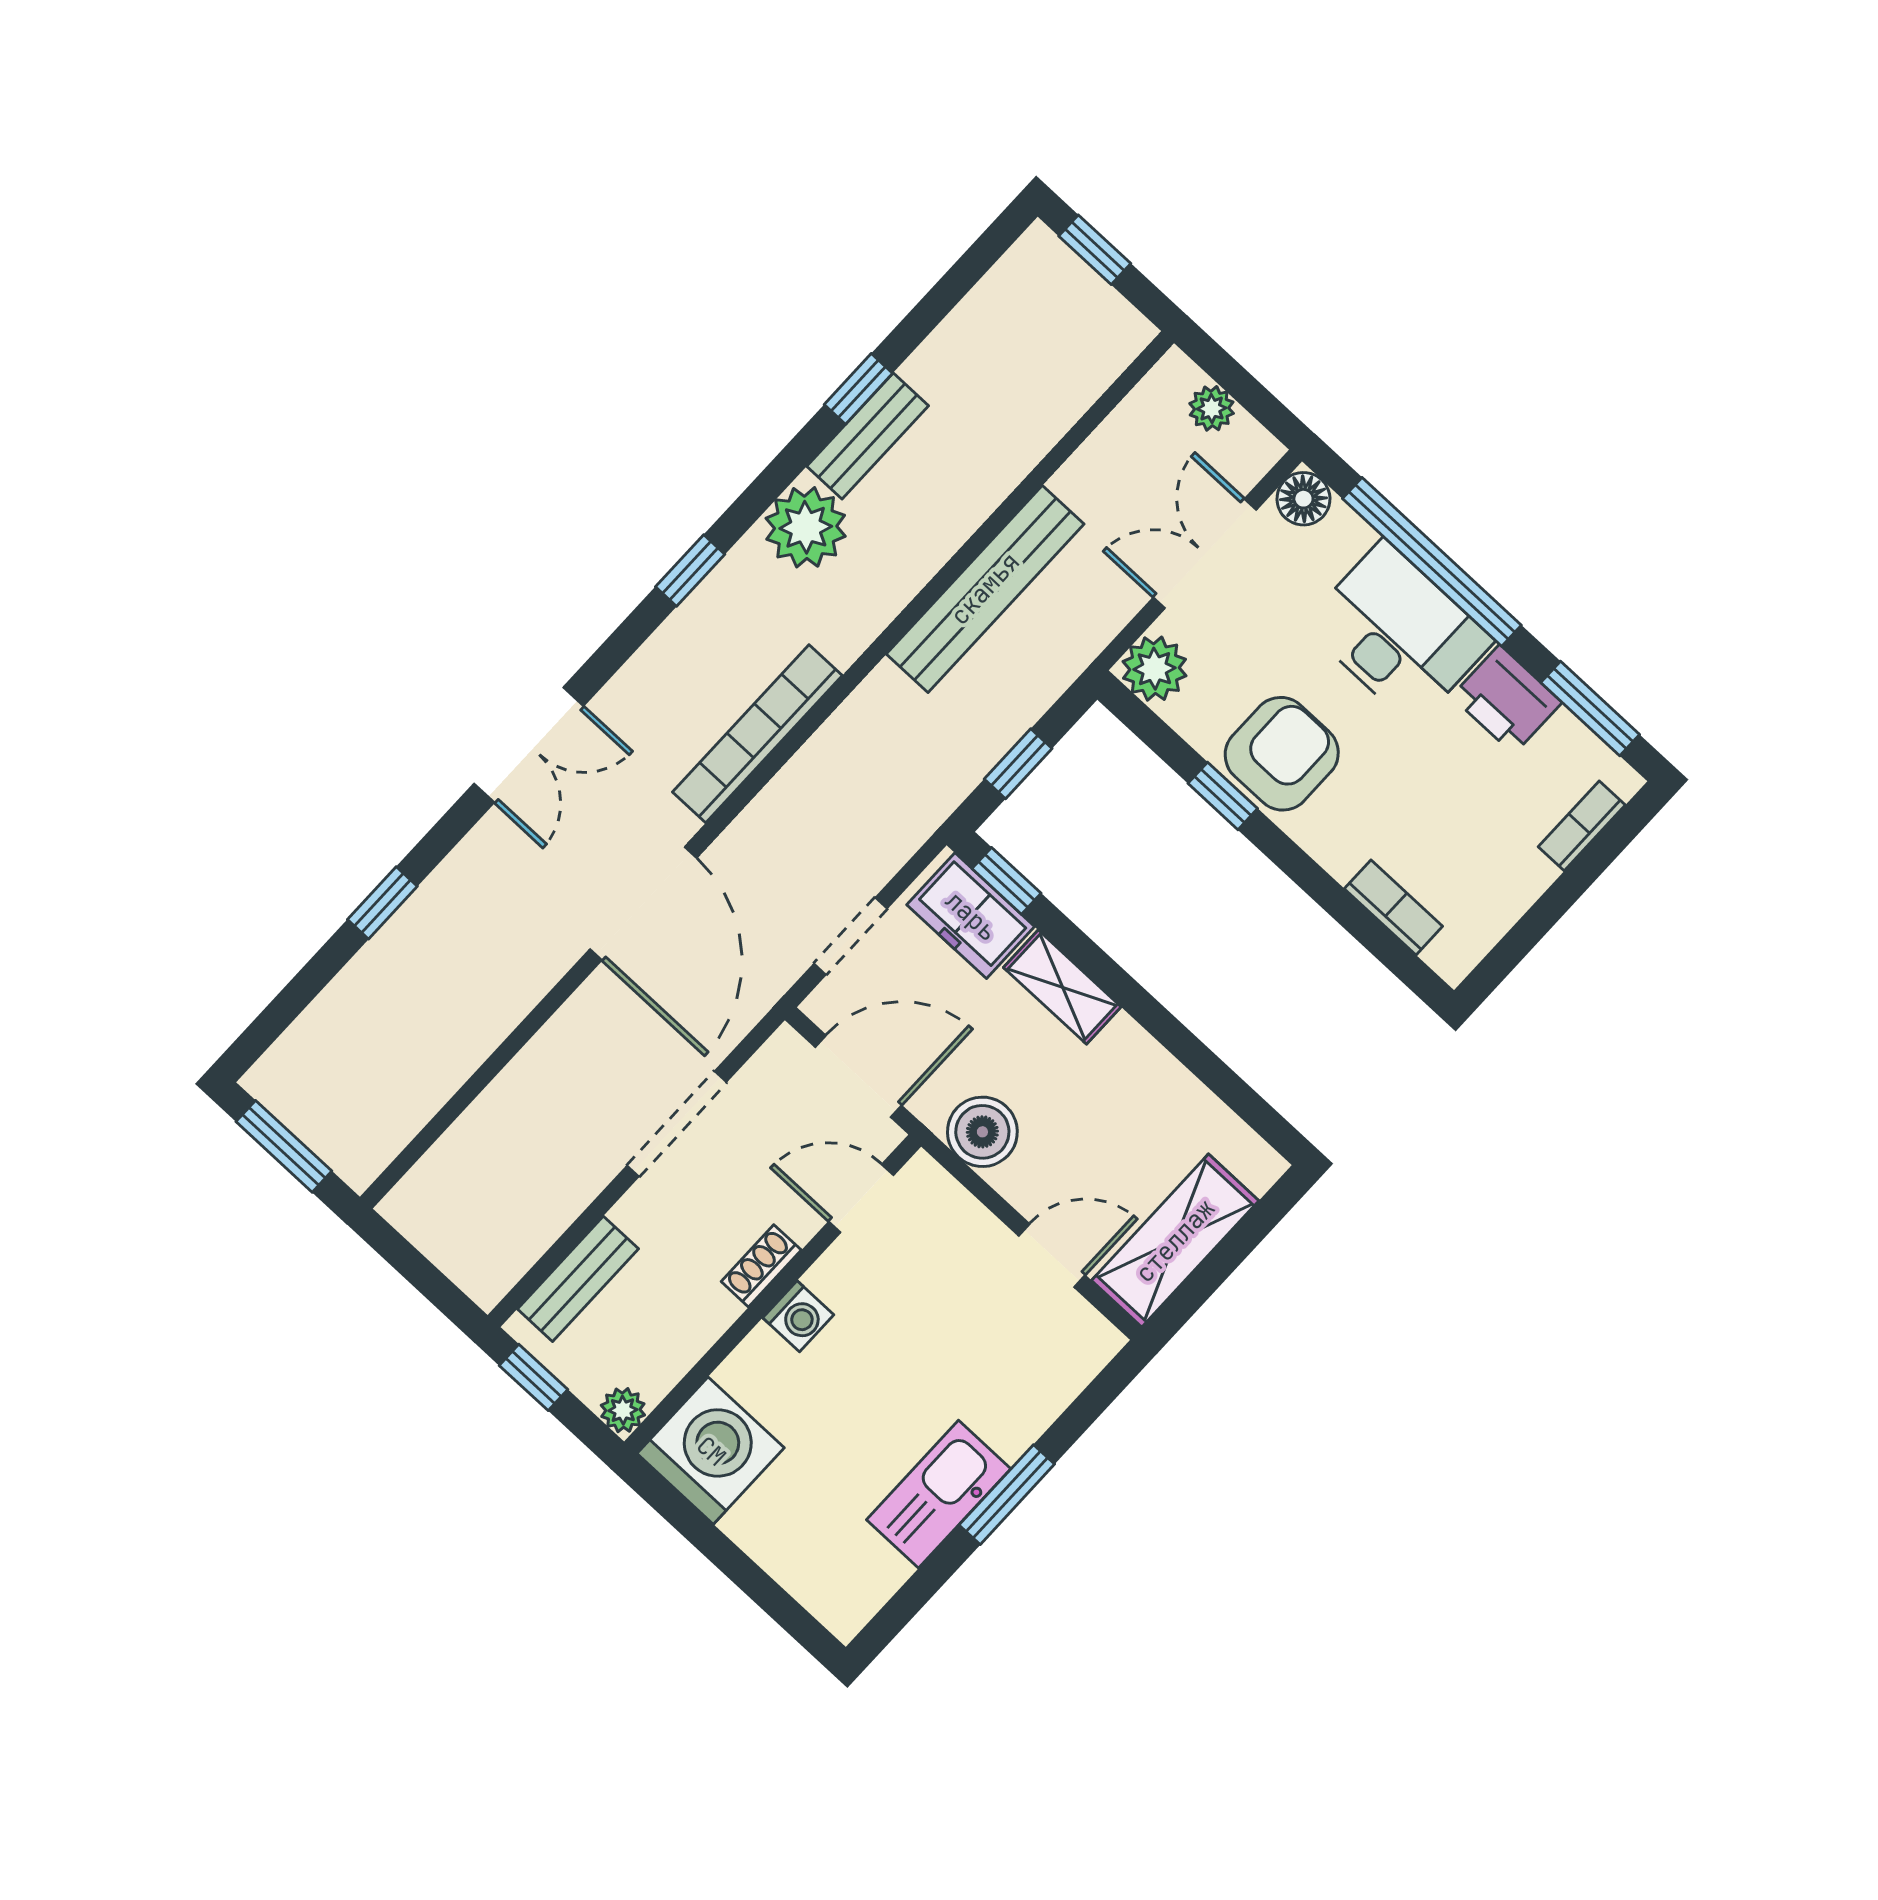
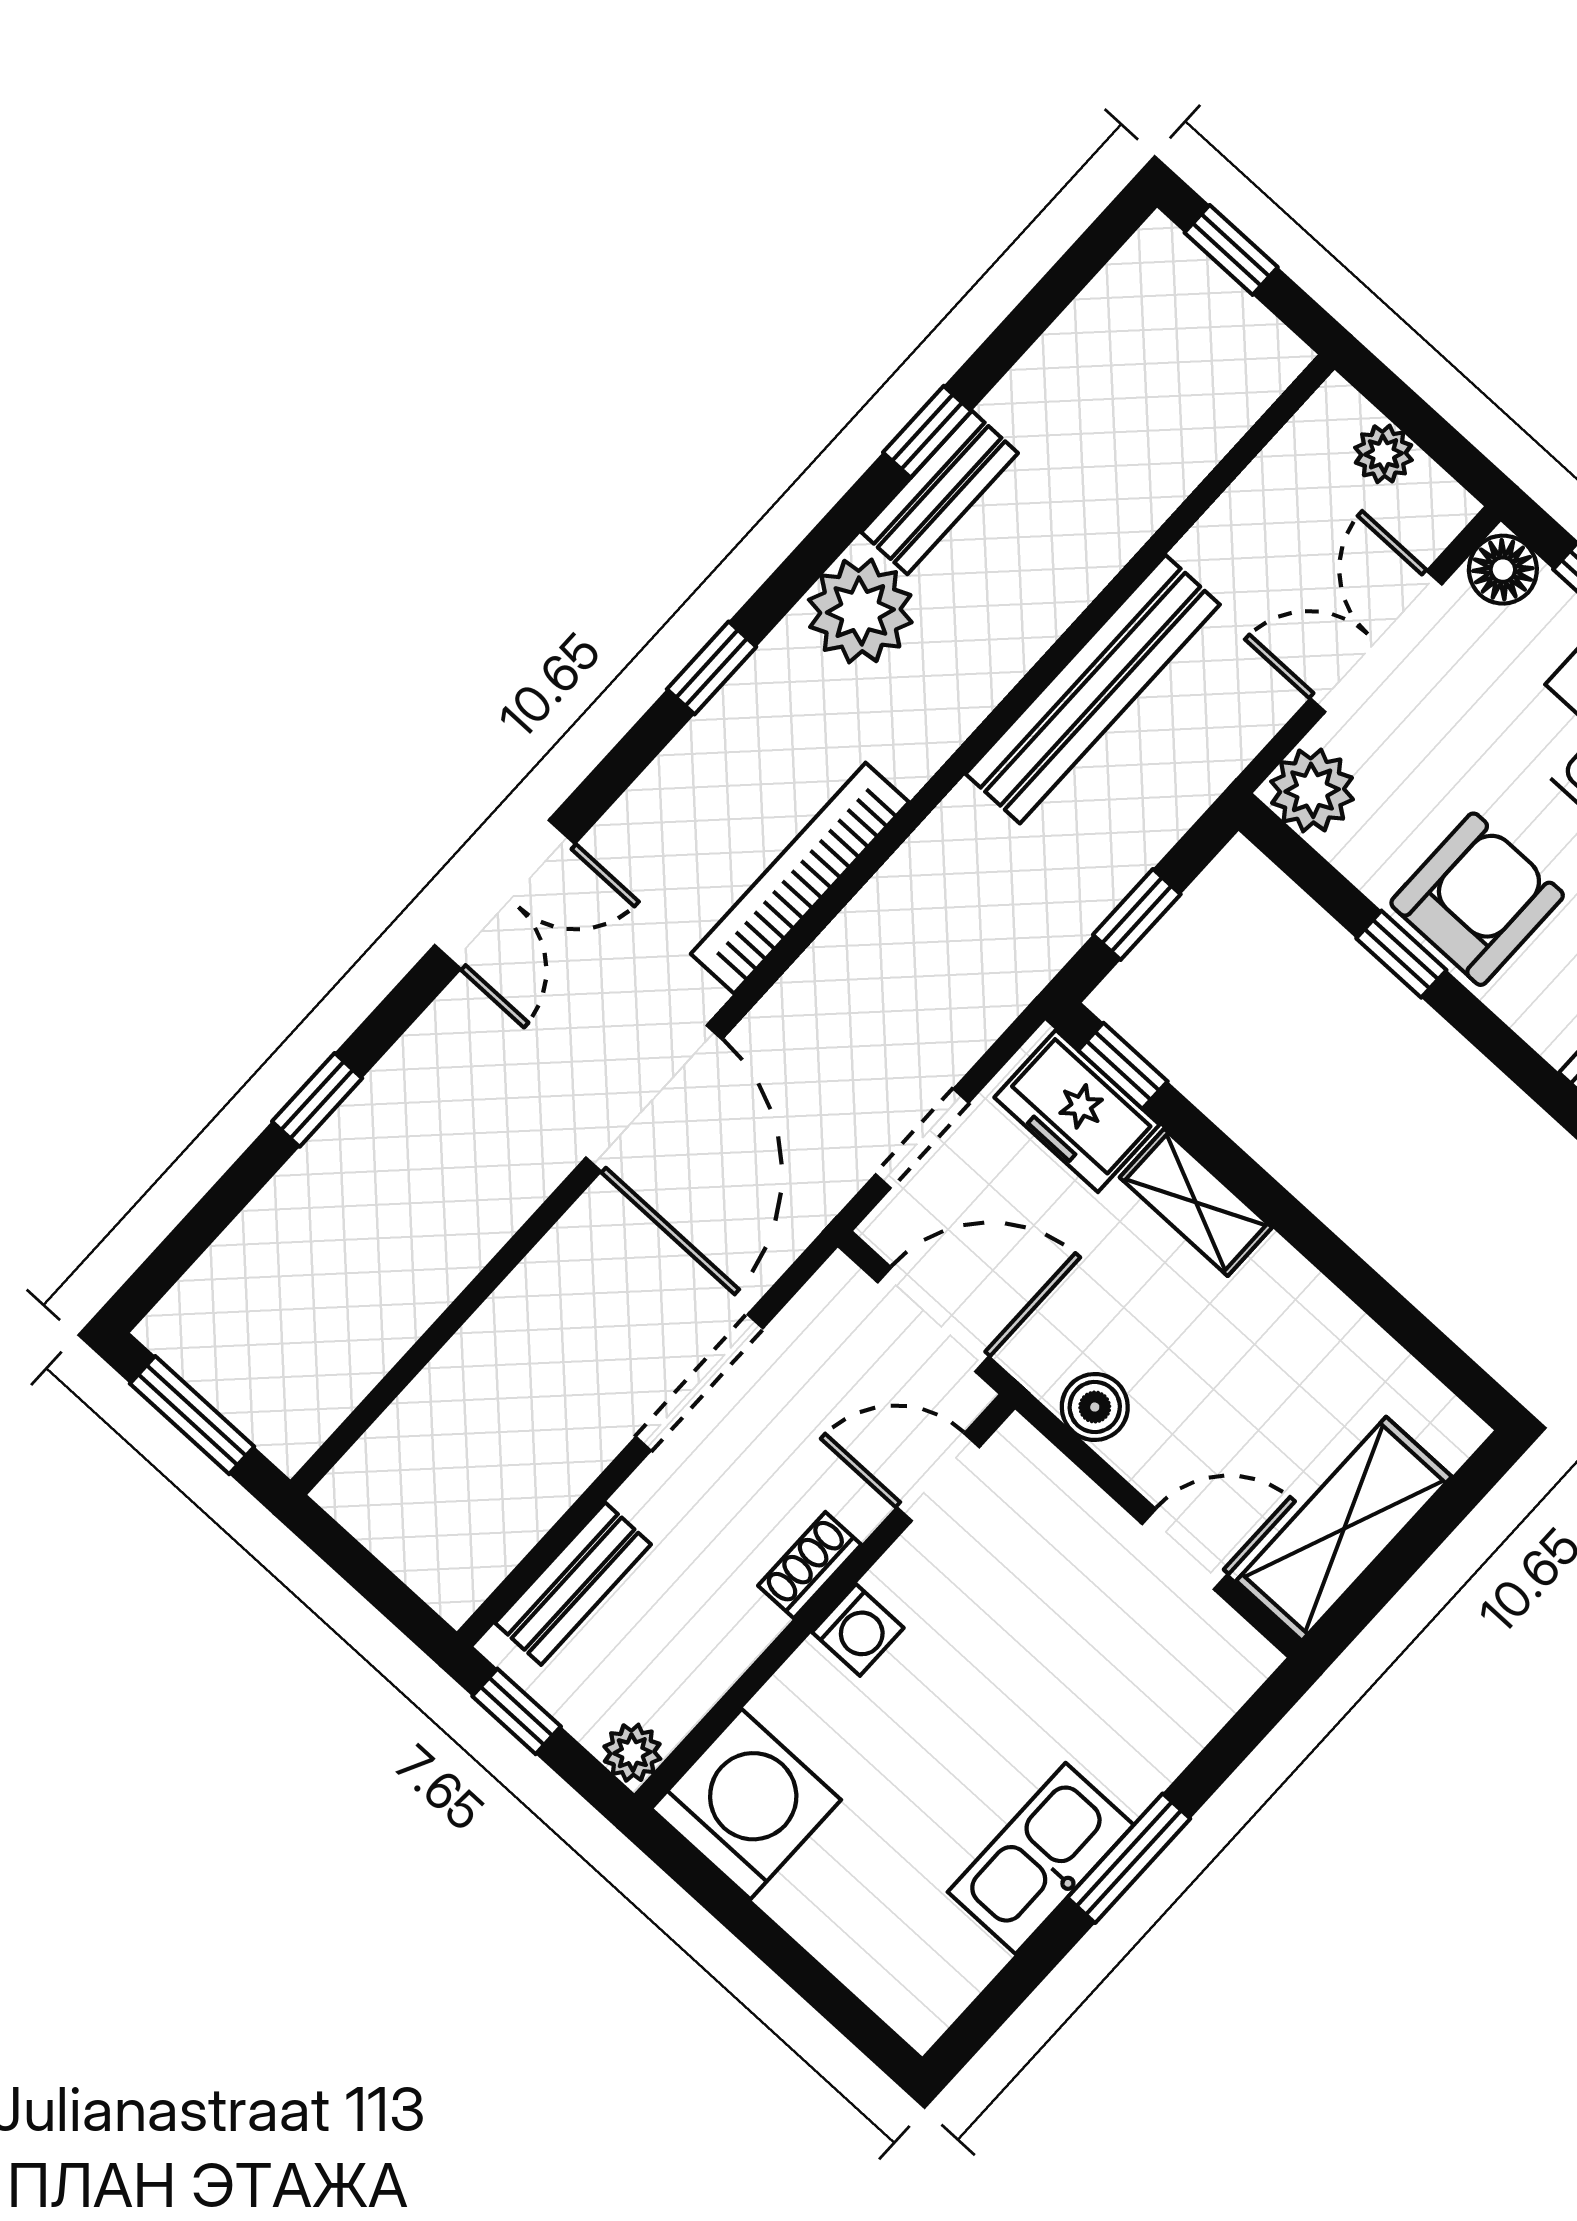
boiler: (982, 1132) -> (1095, 1407), width x0.73, depth x0.73

